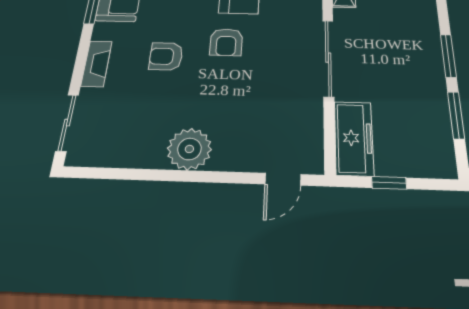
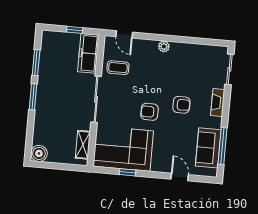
armchair: (226, 42) -> (150, 112), turned -89
coffee table: (291, 114) -> (118, 68), added
plant: (189, 149) -> (164, 46), width x0.53, depth x0.53
door: (283, 179) -> (124, 34), swing flipped

